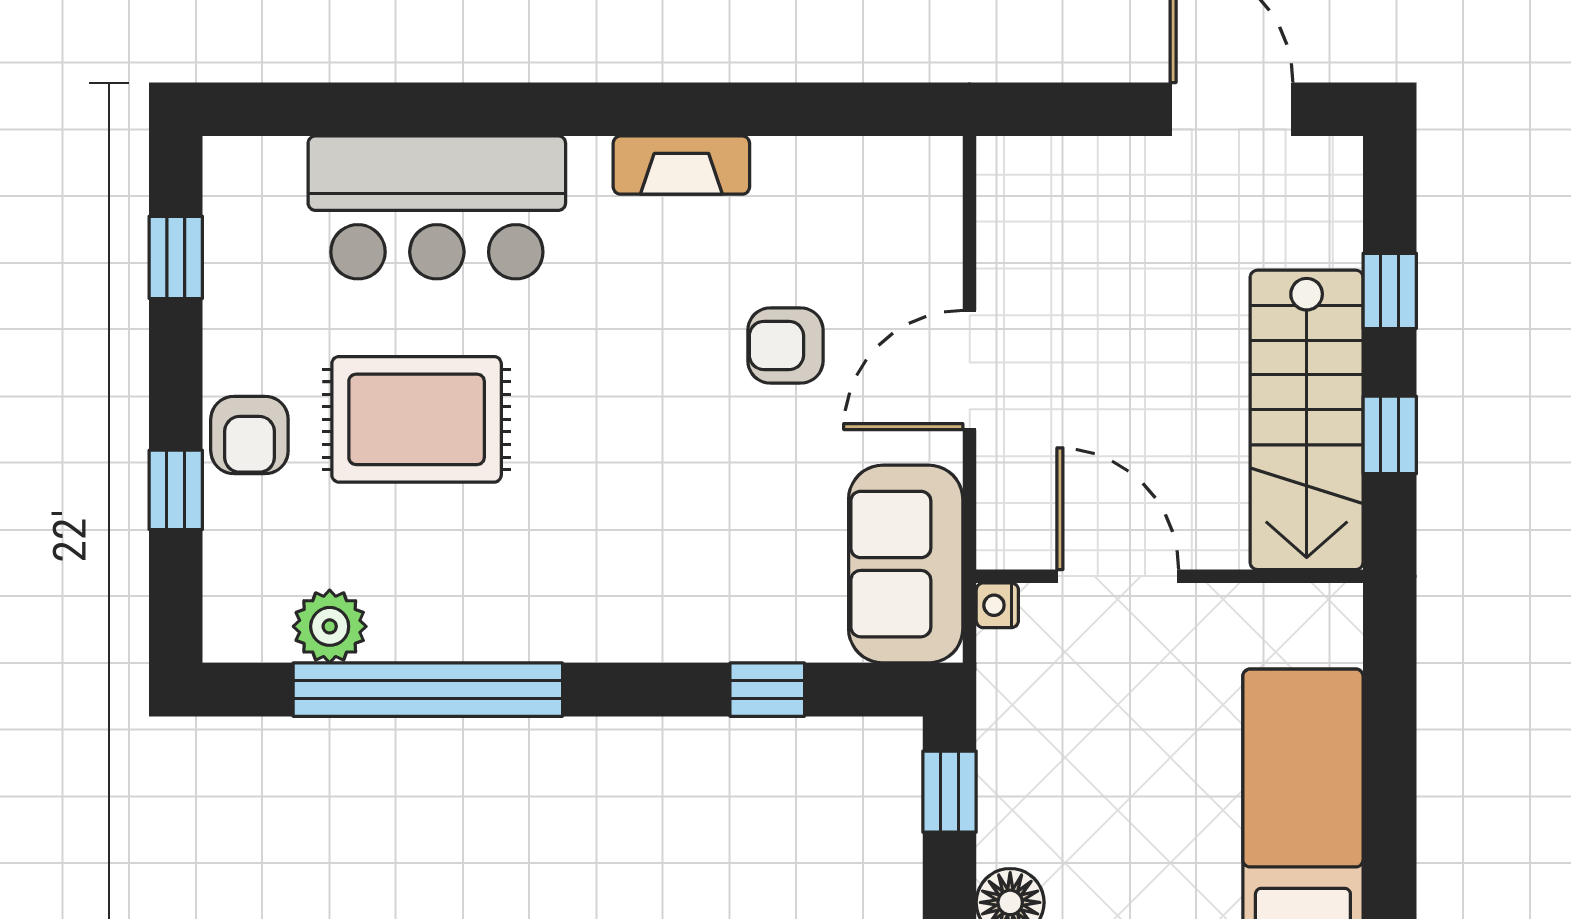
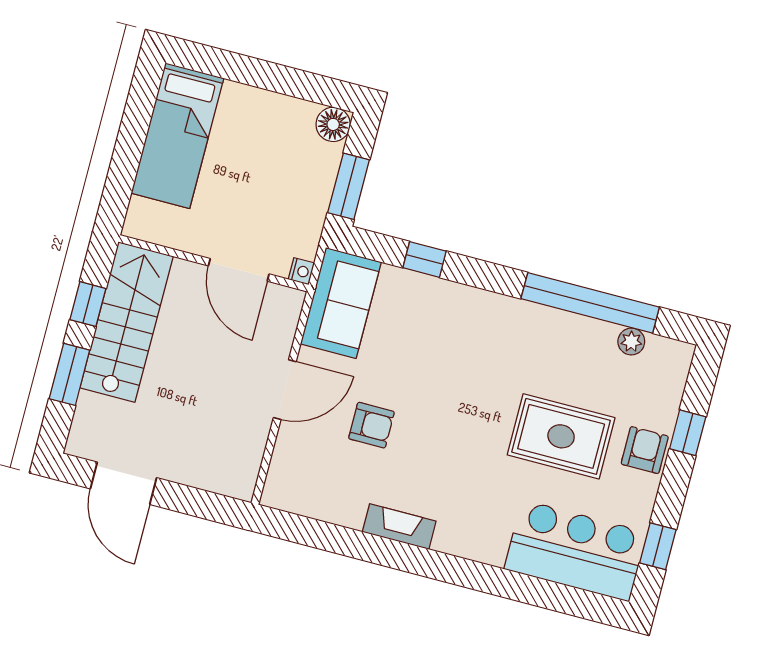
bar counter: (437, 207) -> (576, 551), moved
window: (1390, 291) -> (69, 374), width x1.50
plant: (330, 626) -> (631, 341), width x0.73, depth x0.73
window: (950, 792) -> (349, 186), width x1.50

